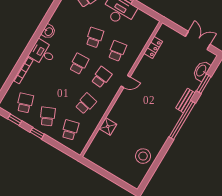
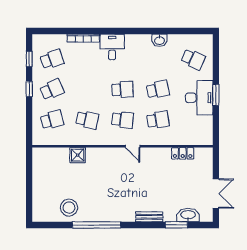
washbasin: (49, 31) -> (159, 40), moved
window: (182, 120) -> (97, 225), moved

